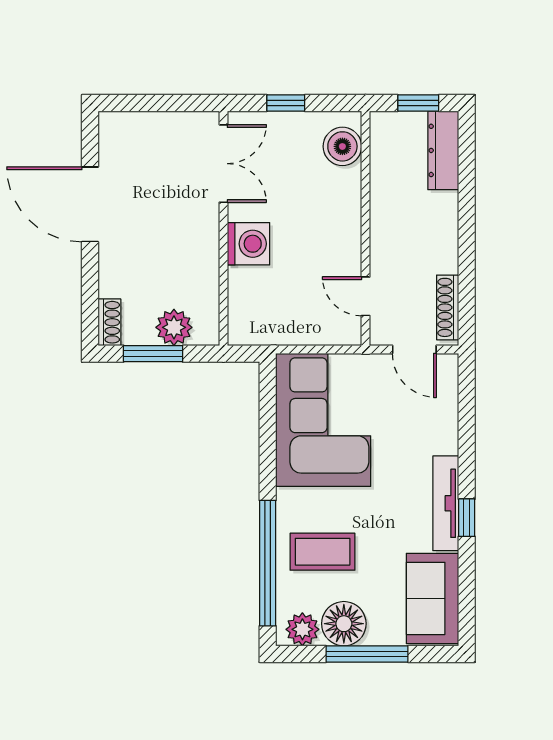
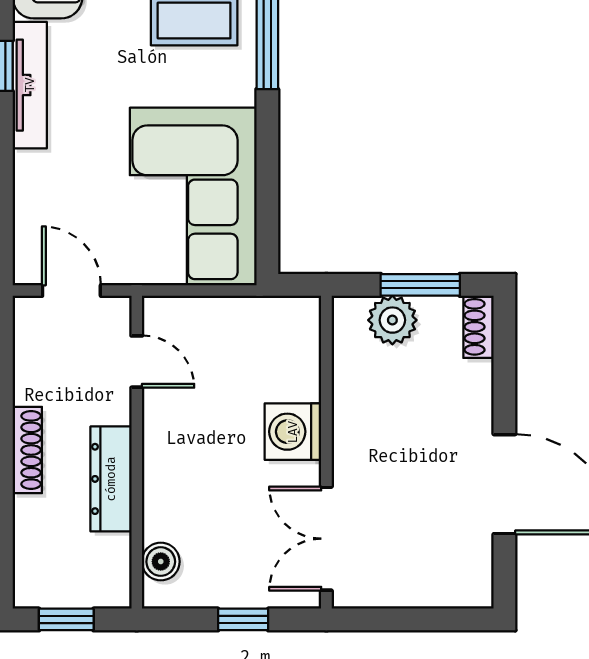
boiler: (342, 146) -> (161, 562), width x0.73, depth x0.73
dresser: (443, 150) -> (111, 479), moved, turned 180
shoe rack: (448, 307) -> (27, 450), moved

